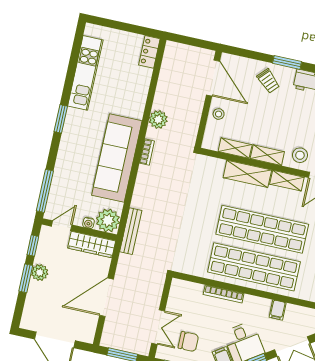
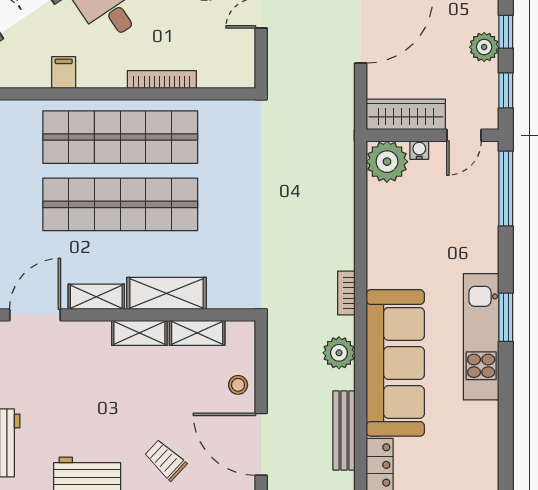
kitchen unit: (85, 73) -> (481, 337), moved
stool: (300, 155) -> (84, 345), removed
sofa: (117, 158) -> (395, 363), moved
bench: (131, 231) -> (344, 430), moved
window: (26, 278) -> (506, 32), width x0.67

